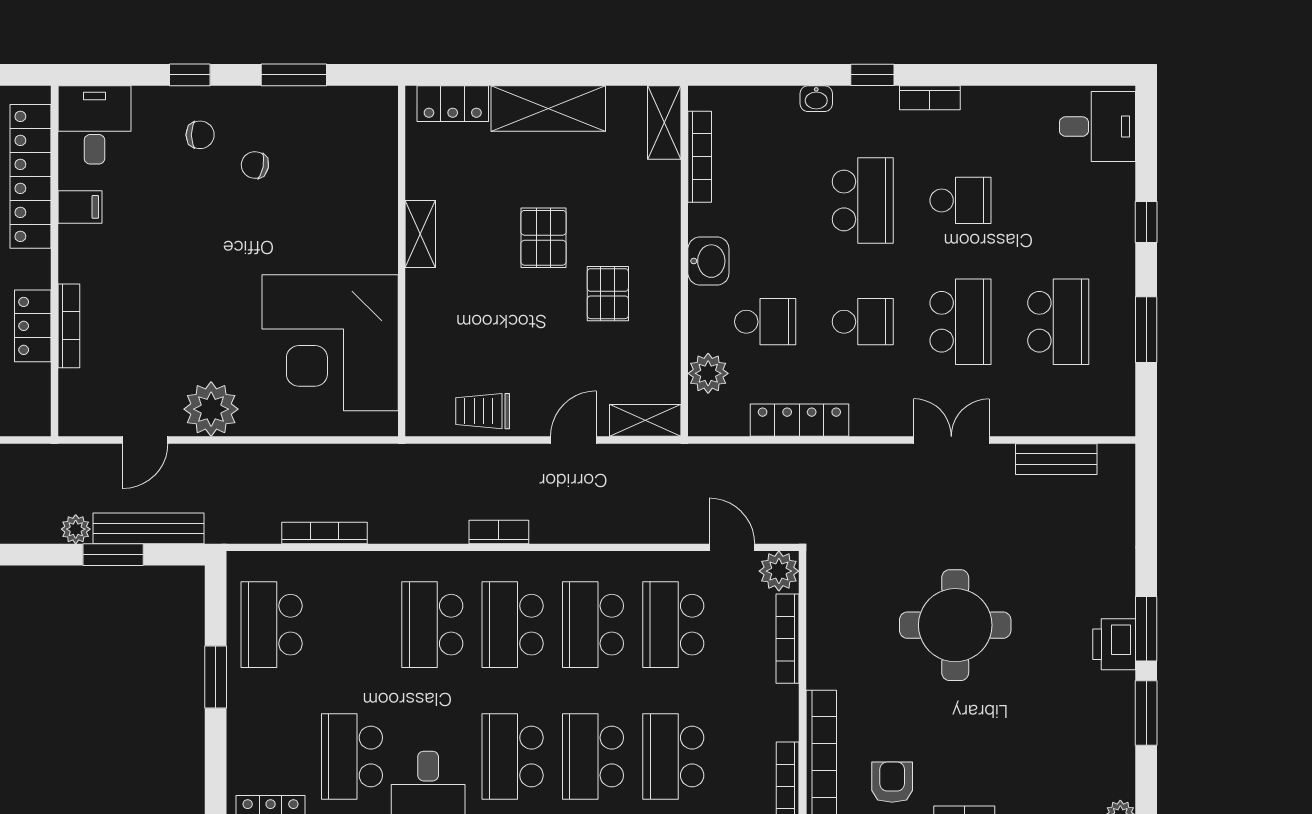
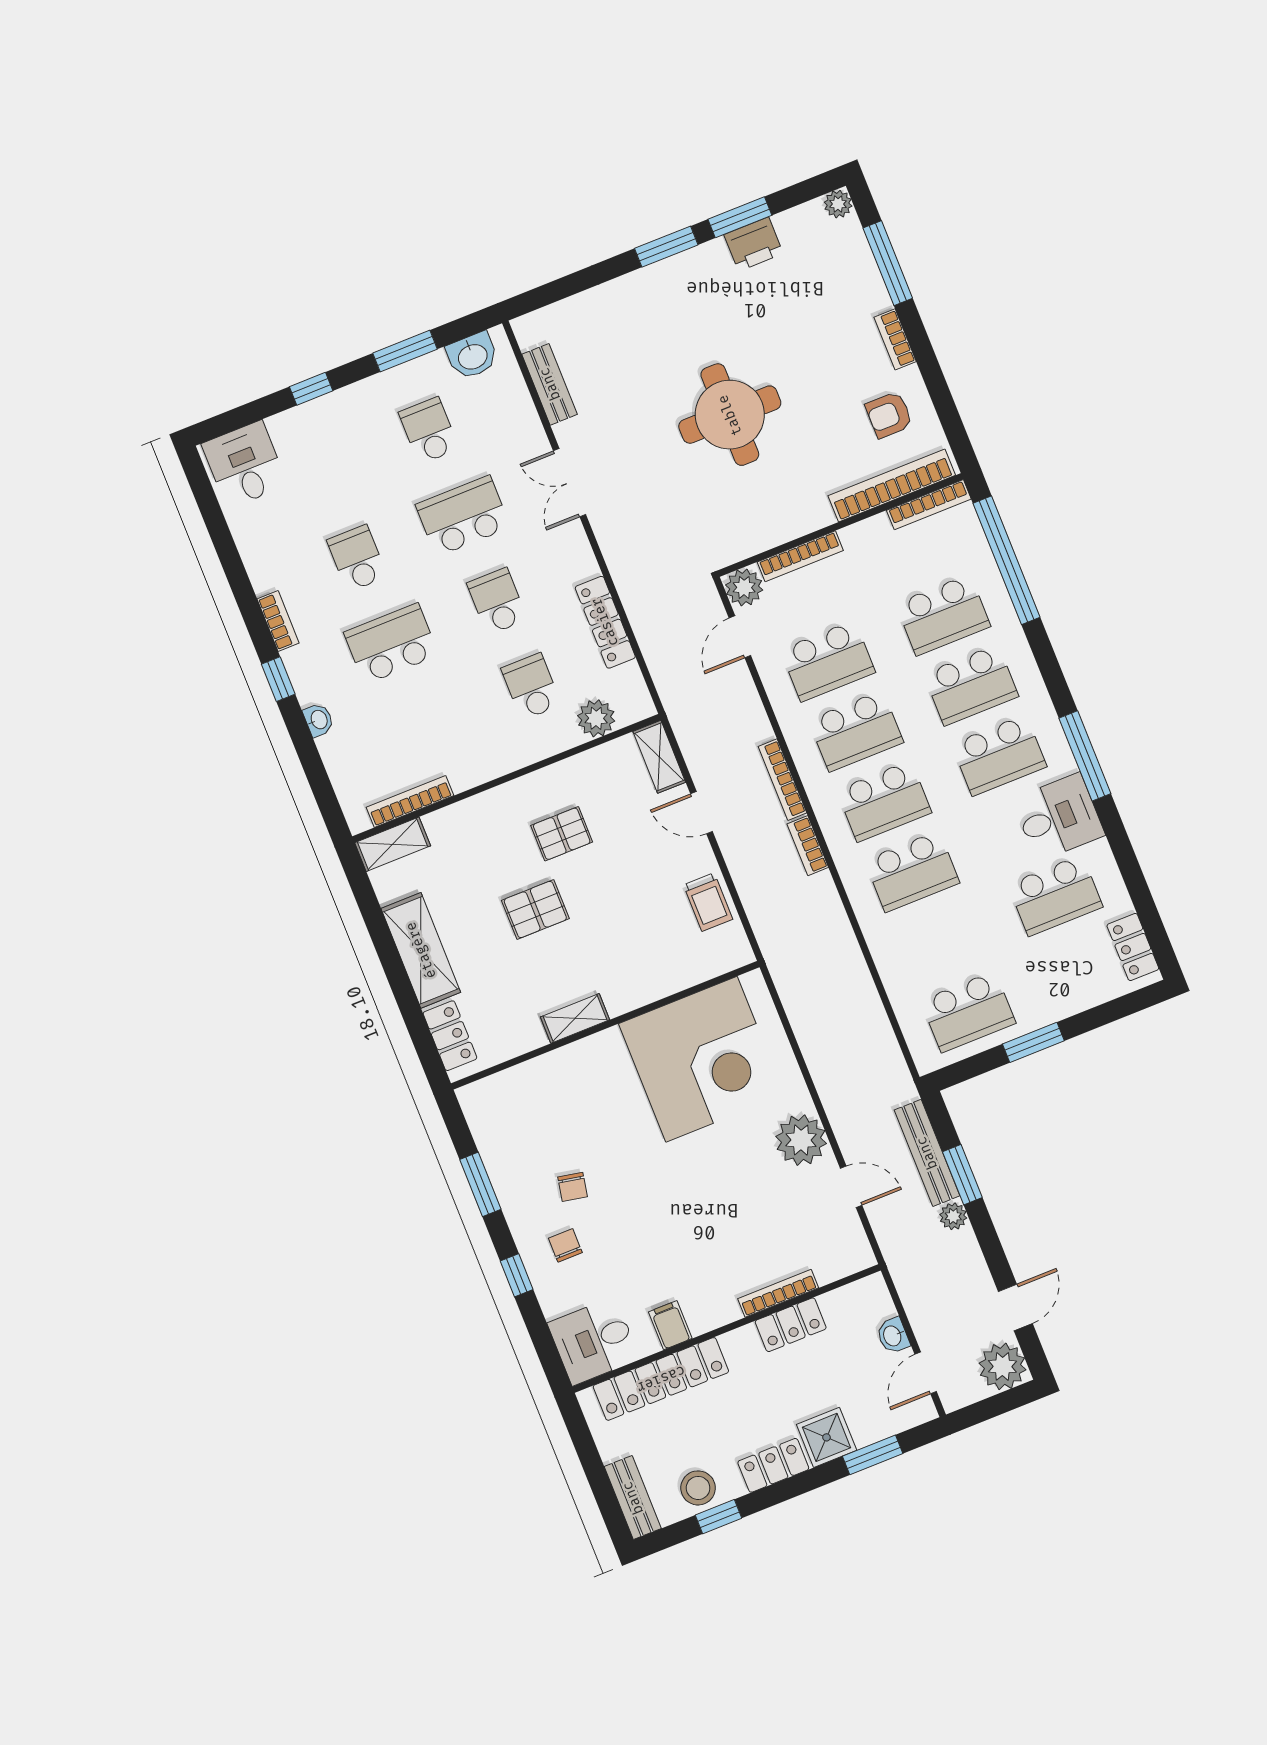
washbasin: (708, 261) -> (472, 356), moved, turned 180
school desk: (1058, 322) -> (429, 431), width x0.54
bookcase: (324, 533) -> (782, 780), moved
printer: (1114, 644) -> (754, 244), moved

